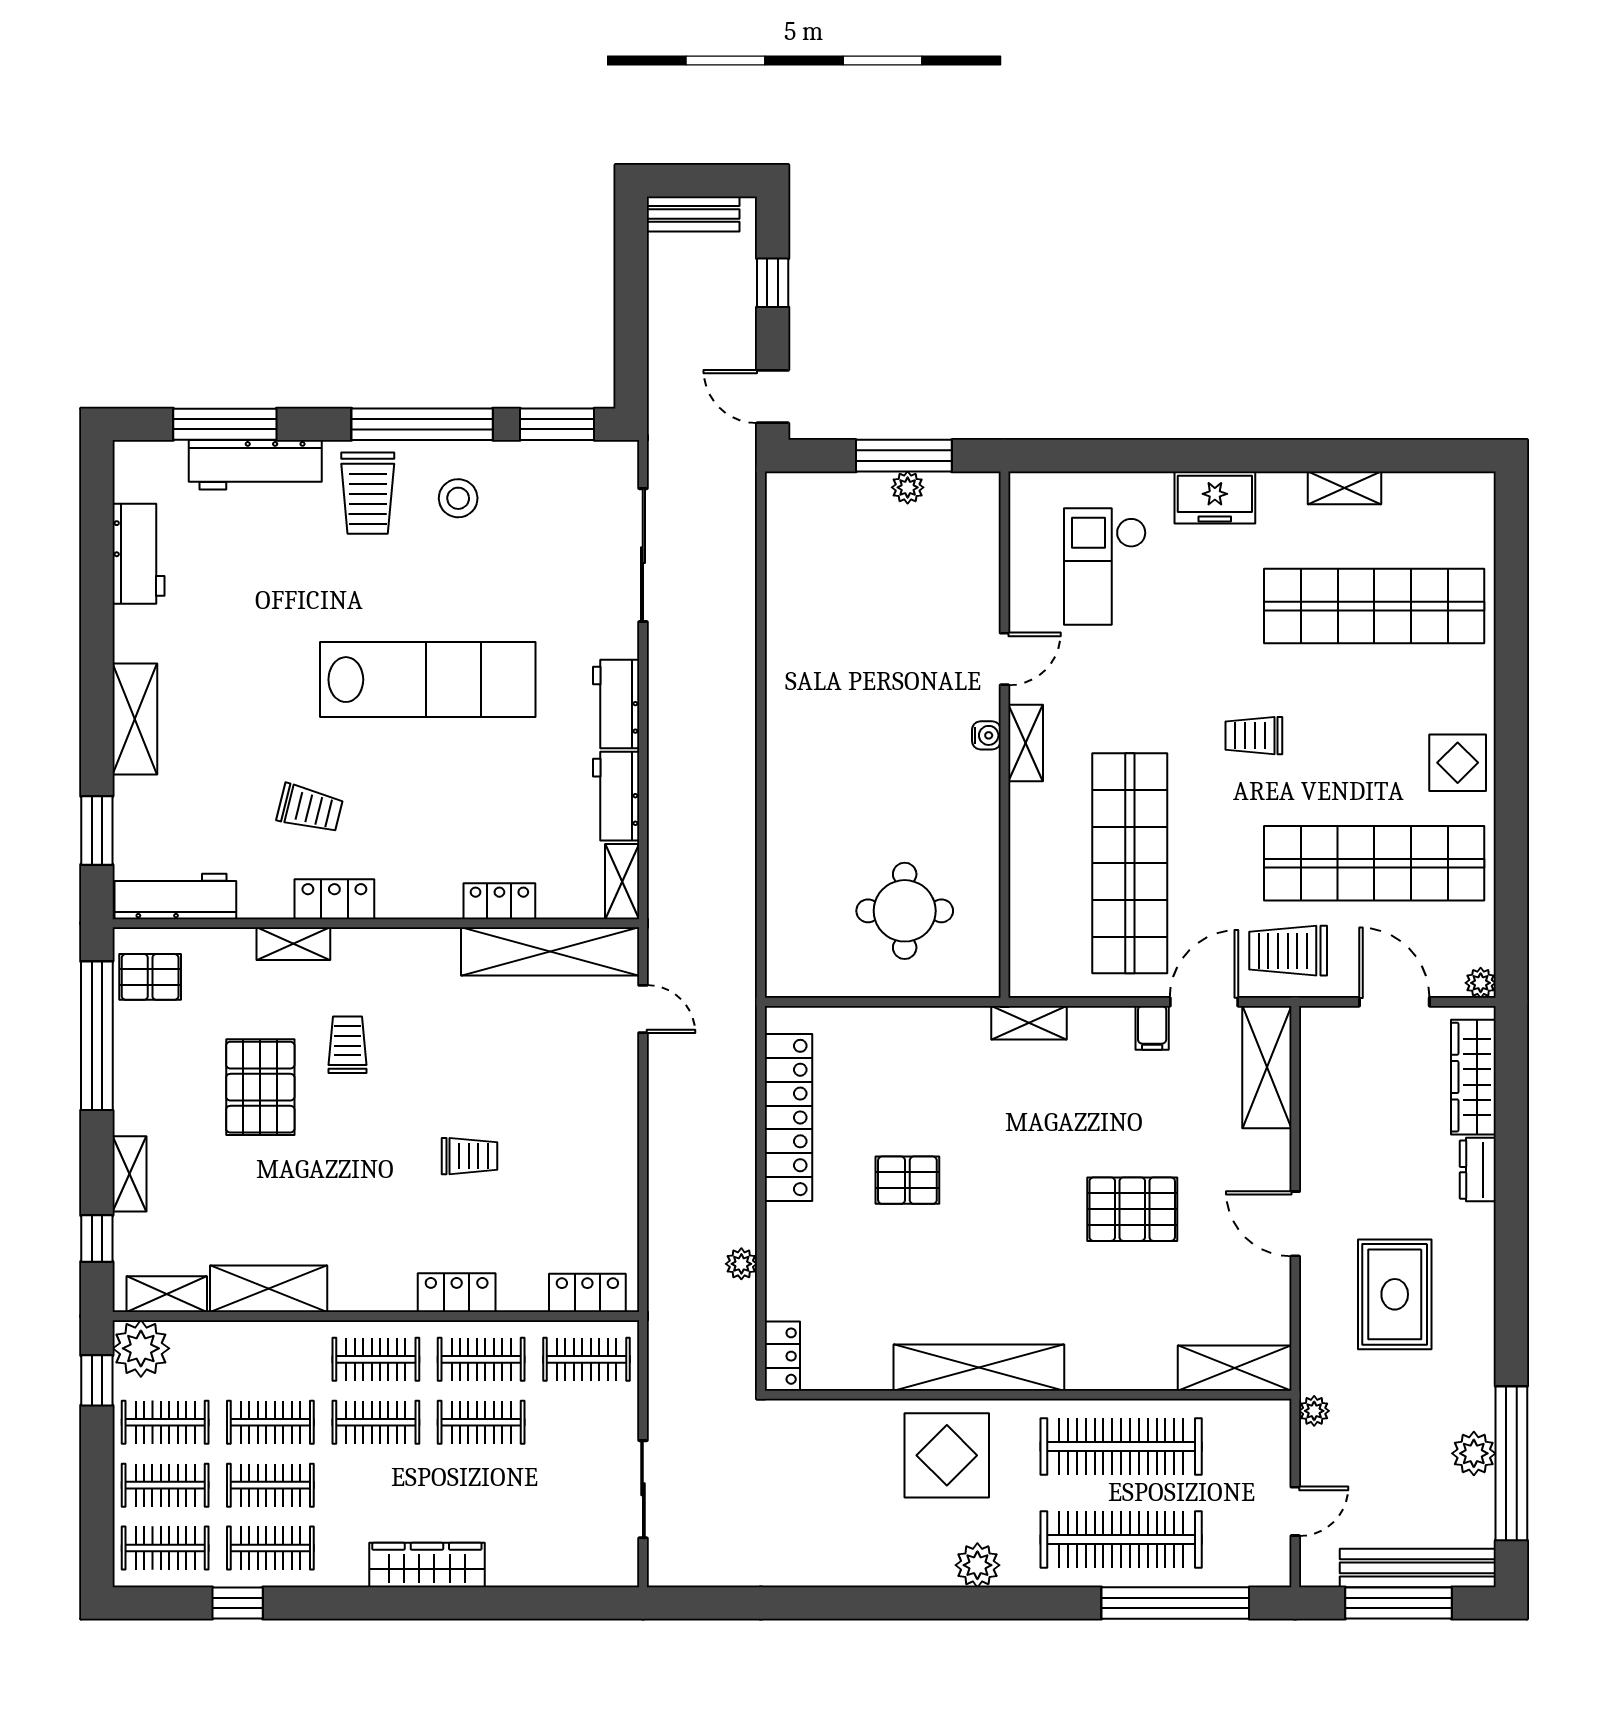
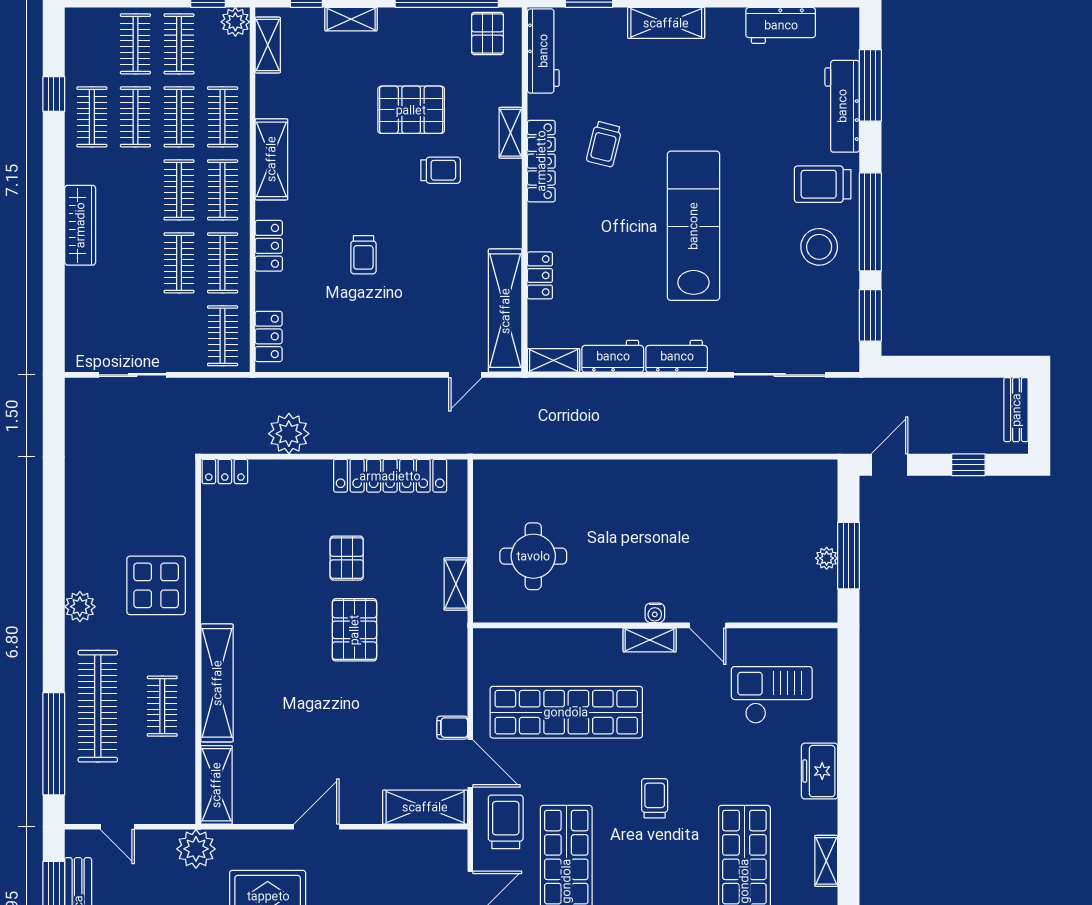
stool: (458, 498) -> (819, 247), width x1.38, depth x1.38
lab bench: (428, 680) -> (693, 226), turned 180
locker: (334, 899) -> (541, 161), width x1.53
shelving: (1029, 1023) -> (456, 584), moved
pallet: (1132, 1209) -> (354, 630), moved
plant: (741, 1264) -> (289, 434), width x1.88, depth x1.88
shelving: (269, 1289) -> (271, 159), moved
plant: (141, 1348) -> (235, 22), width x0.73, depth x0.73
shelving: (979, 1368) -> (217, 683), moved
plant: (1314, 1411) -> (196, 849), width x1.88, depth x1.88
clothes rail: (1121, 1446) -> (162, 706), width x0.54, depth x0.76
clothes rail: (165, 1548) -> (223, 117), moved

